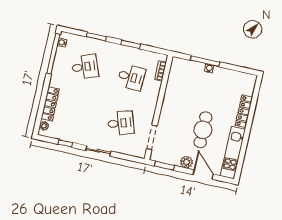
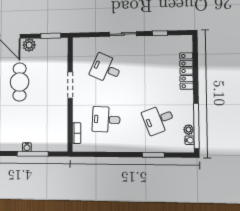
window: (130, 44) -> (115, 155), removed
desk: (121, 123) -> (106, 69), turned 42
plant: (44, 126) -> (189, 130), moved
doorway: (152, 137) -> (70, 85), moved

